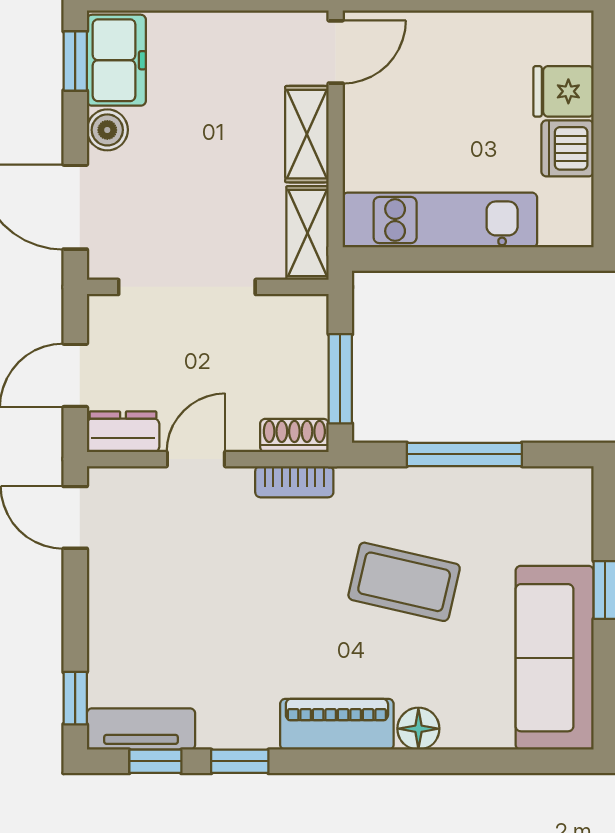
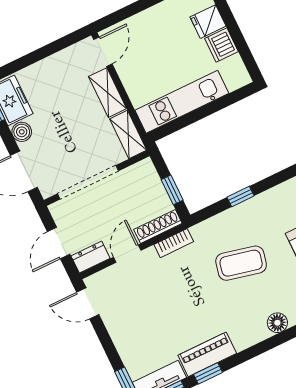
window: (340, 379) -> (172, 190), width x0.67
shoe rack: (294, 435) -> (158, 226), width x1.43
window: (464, 454) -> (241, 196), width x0.46
piano: (337, 724) -> (207, 354), moved

